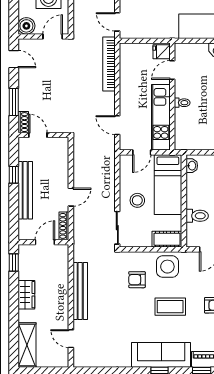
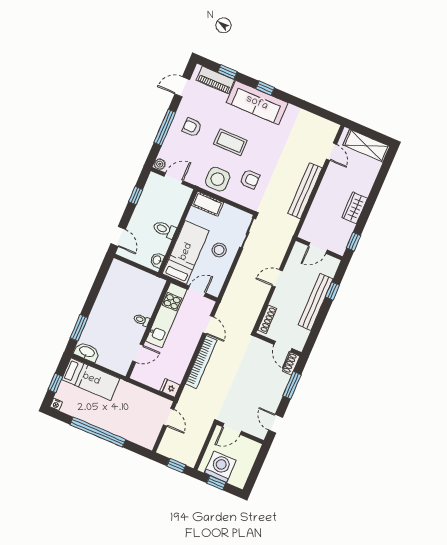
boiler: (26, 26) -> (251, 448), removed
fridge: (162, 52) -> (170, 388), moved, turned 180
bookcase: (109, 64) -> (201, 362), moved
window: (14, 175) -> (332, 291), moved
toilet: (197, 216) -> (165, 230), moved
shoe rack: (64, 226) -> (267, 319), moved
shelving: (27, 345) -> (366, 146), moved, turned 90

